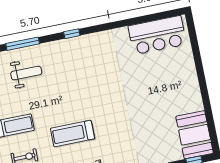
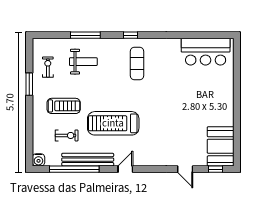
exercise mat: (85, 63) -> (137, 64), added
treadmill: (73, 134) -> (113, 123), width x1.37, depth x1.38

